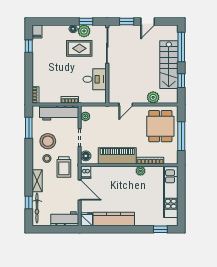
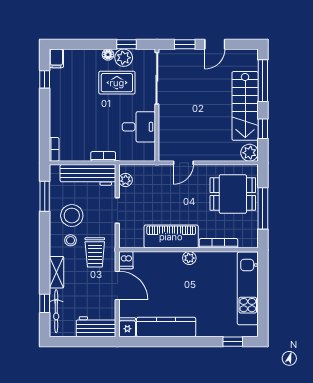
plant: (153, 97) -> (249, 153), moved
dining table: (160, 126) -> (233, 194), turned 90
floor lamp: (86, 156) -> (126, 237), removed
plant: (140, 171) -> (189, 258), moved

